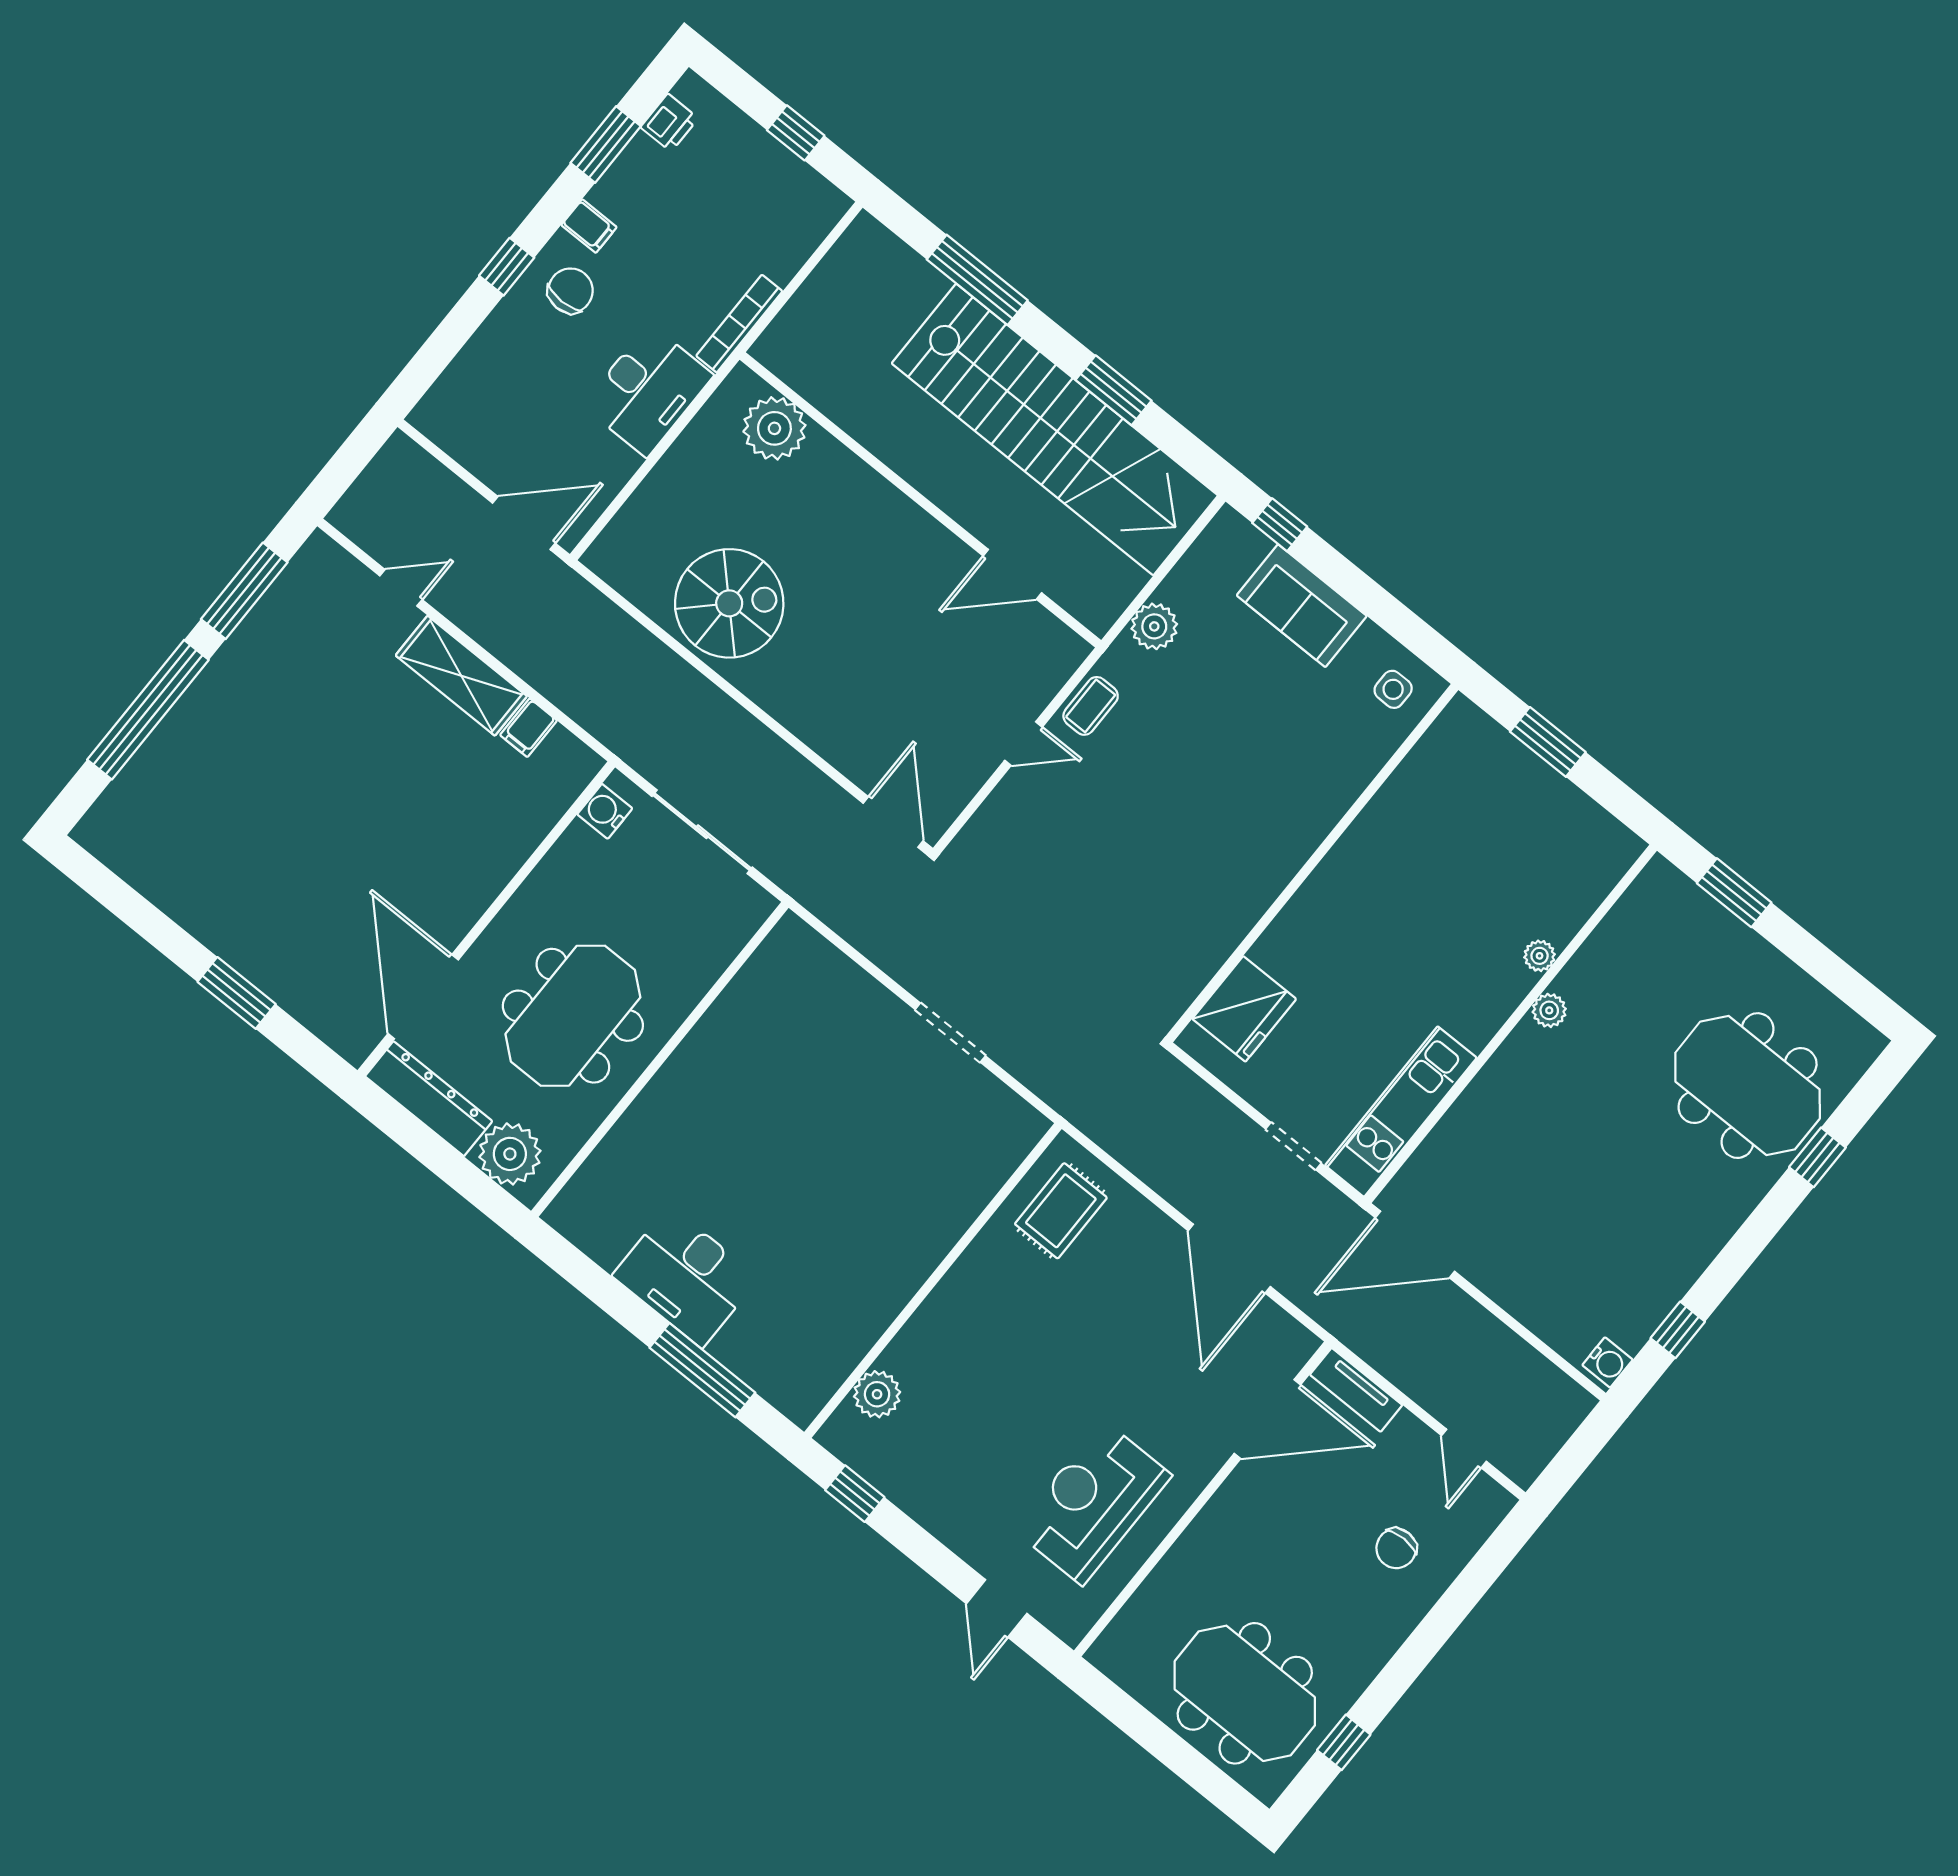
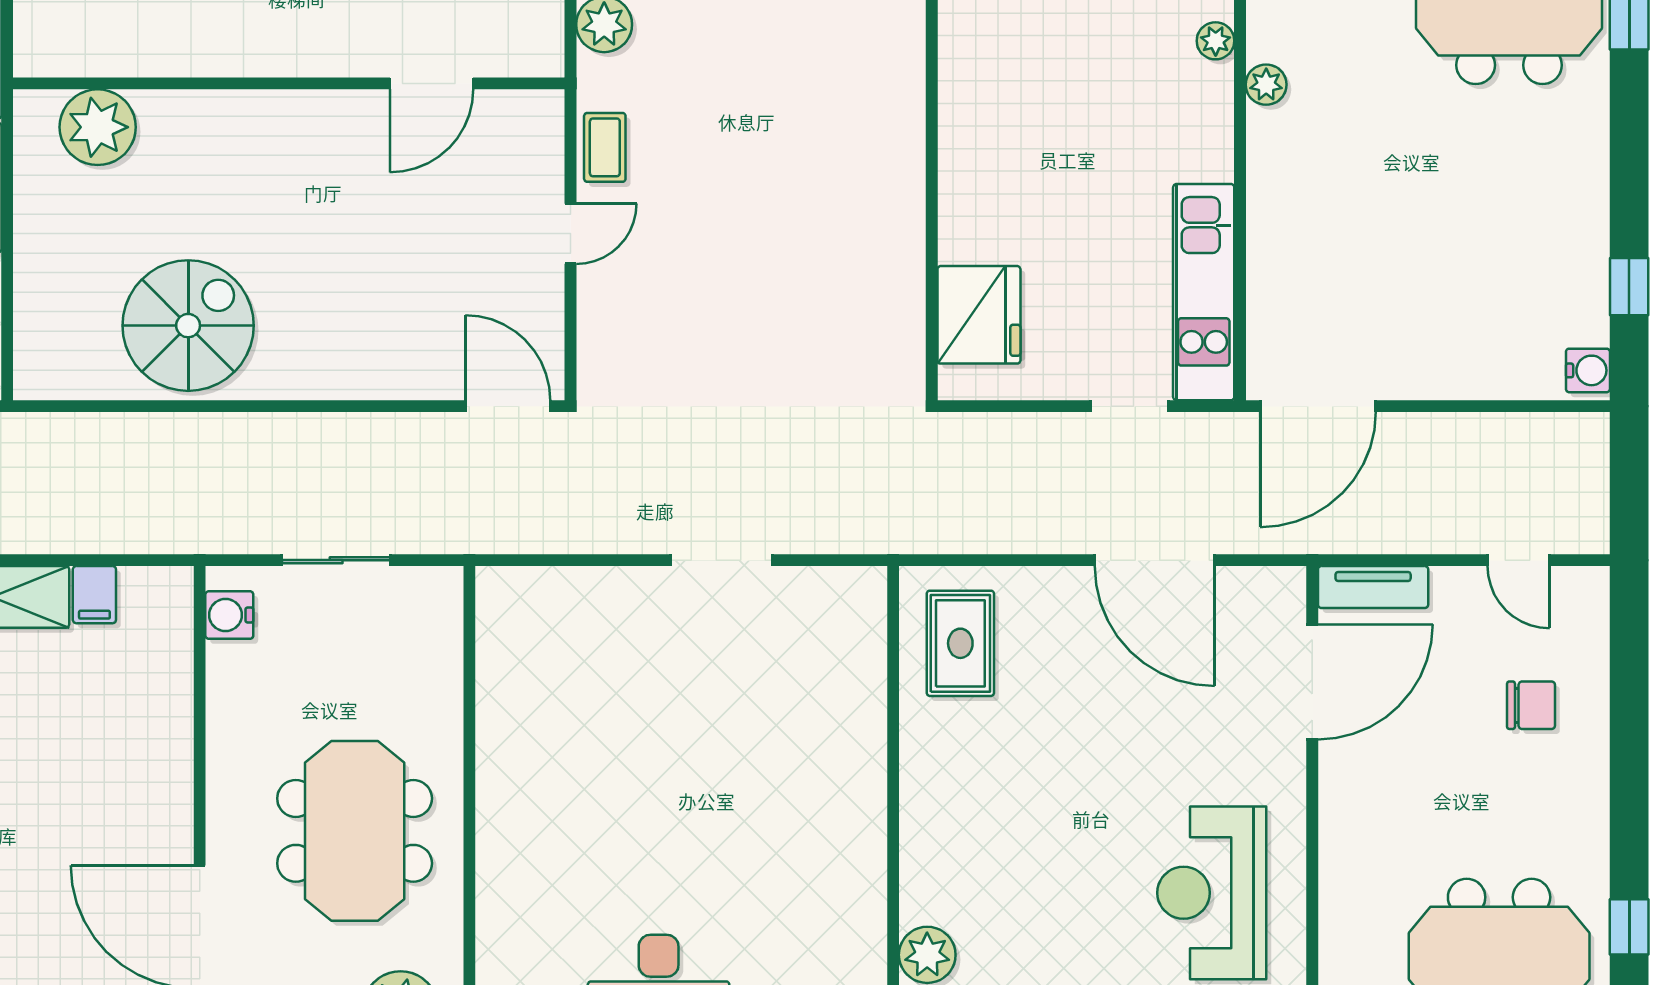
sliding door: (702, 832) -> (336, 560), width x0.73
chair: (1396, 1548) -> (1531, 705), turned -90

